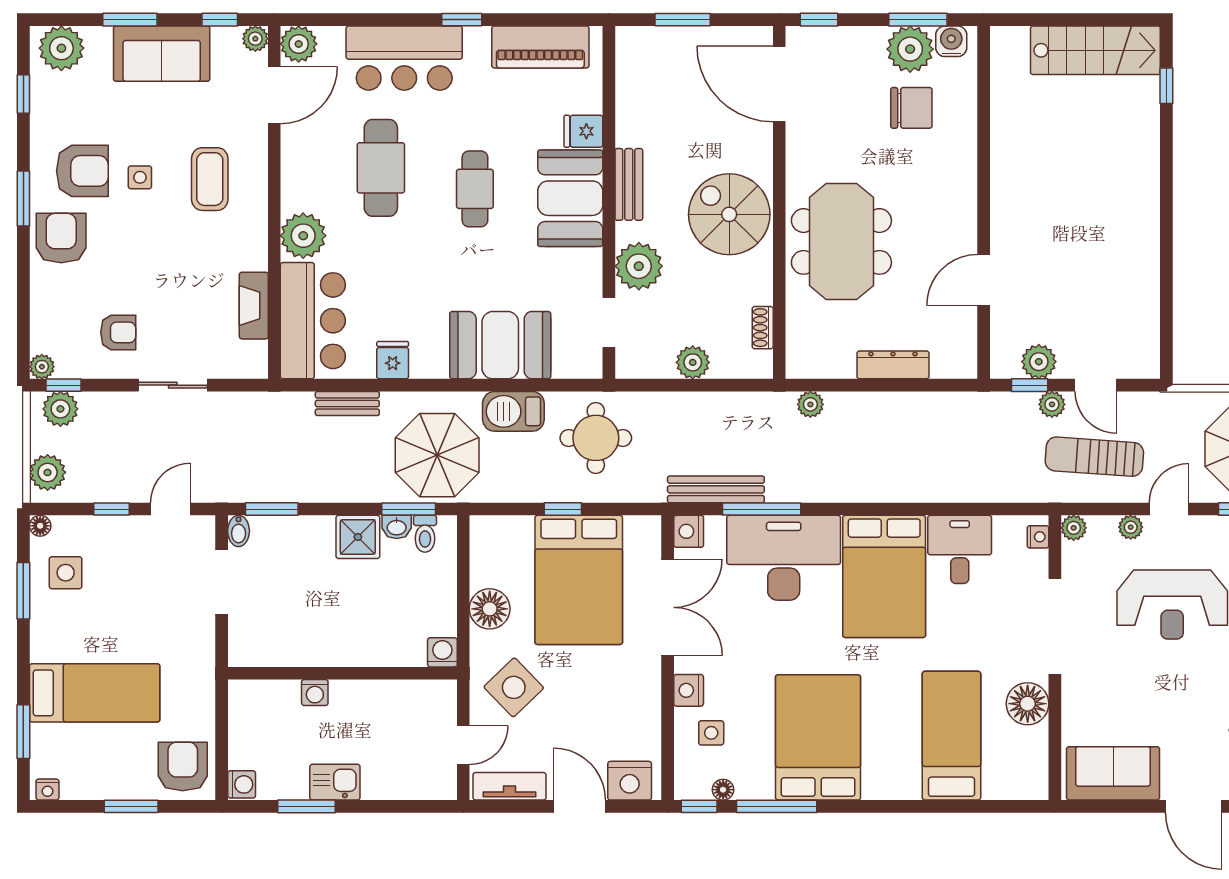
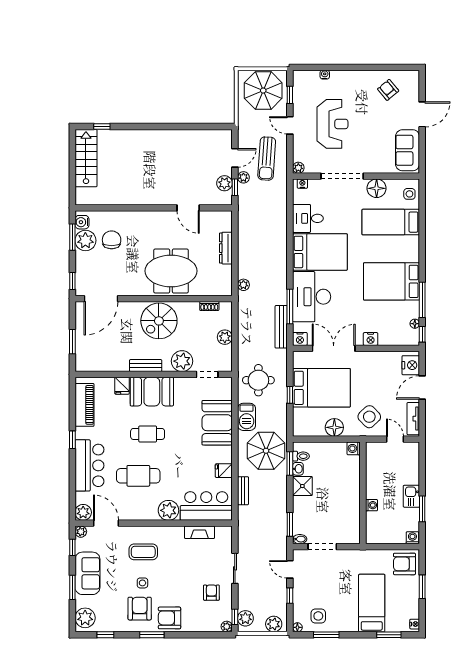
plant: (1131, 527) -> (298, 142), removed
side table: (711, 733) -> (409, 194), moved

